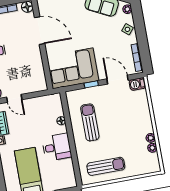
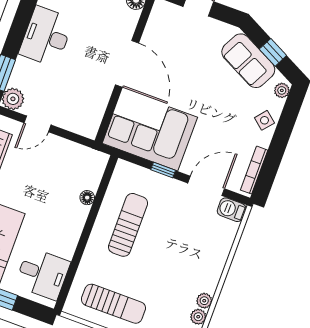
door: (40, 31) -> (127, 64), moved
door: (117, 80) -> (206, 186), hinge flipped
door: (14, 98) -> (38, 124), hinge flipped
desk: (57, 147) -> (43, 274), moved

